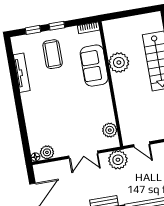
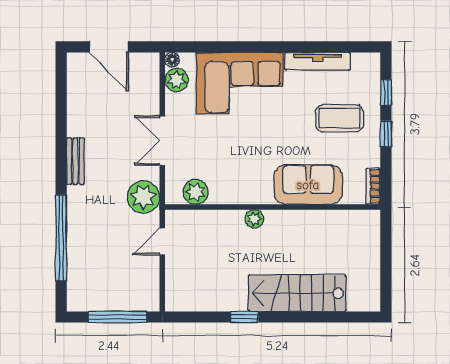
plant: (119, 63) -> (254, 219), moved, width x0.53, depth x0.53
corner sofa: (42, 116) -> (240, 83), added

